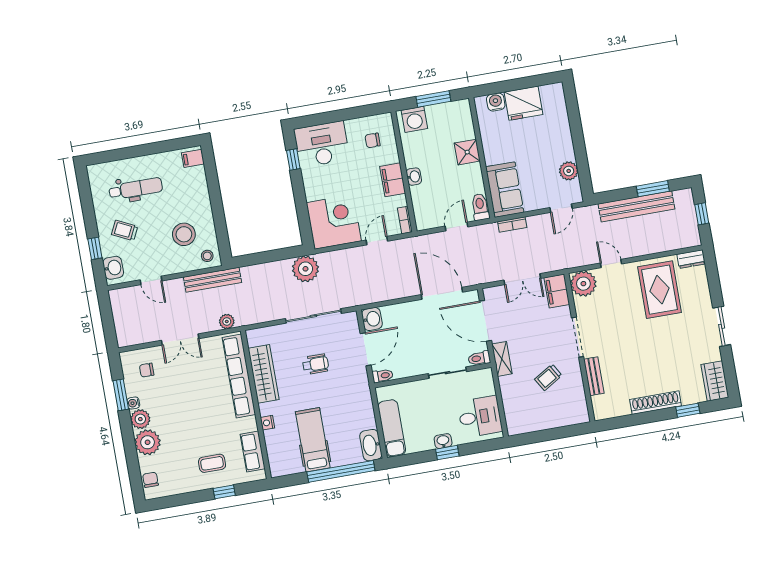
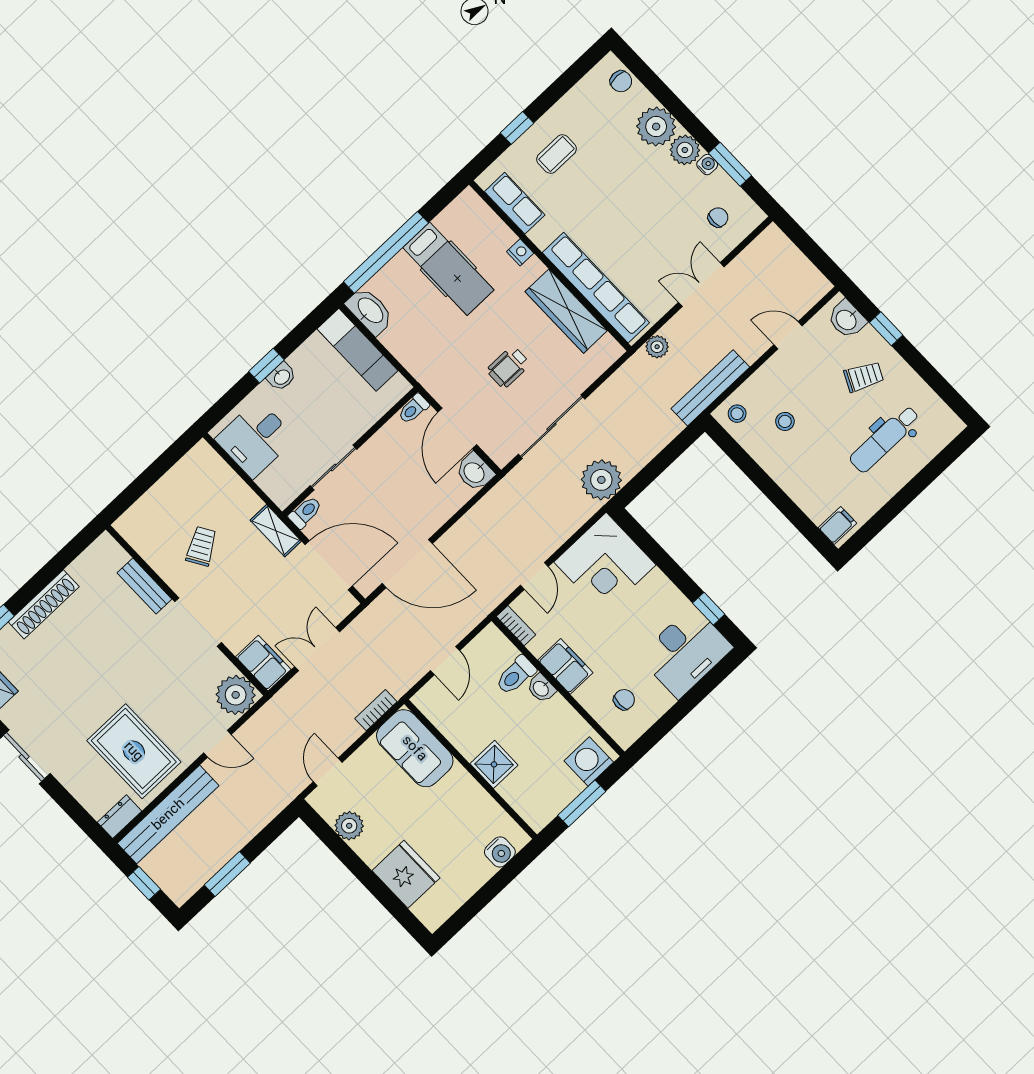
fridge: (523, 103) -> (406, 874), moved, turned 90
bench: (636, 206) -> (168, 814), moved
toilet: (480, 207) -> (516, 675), moved, turned 90
stool: (184, 234) -> (785, 421), width x0.53, depth x0.53

